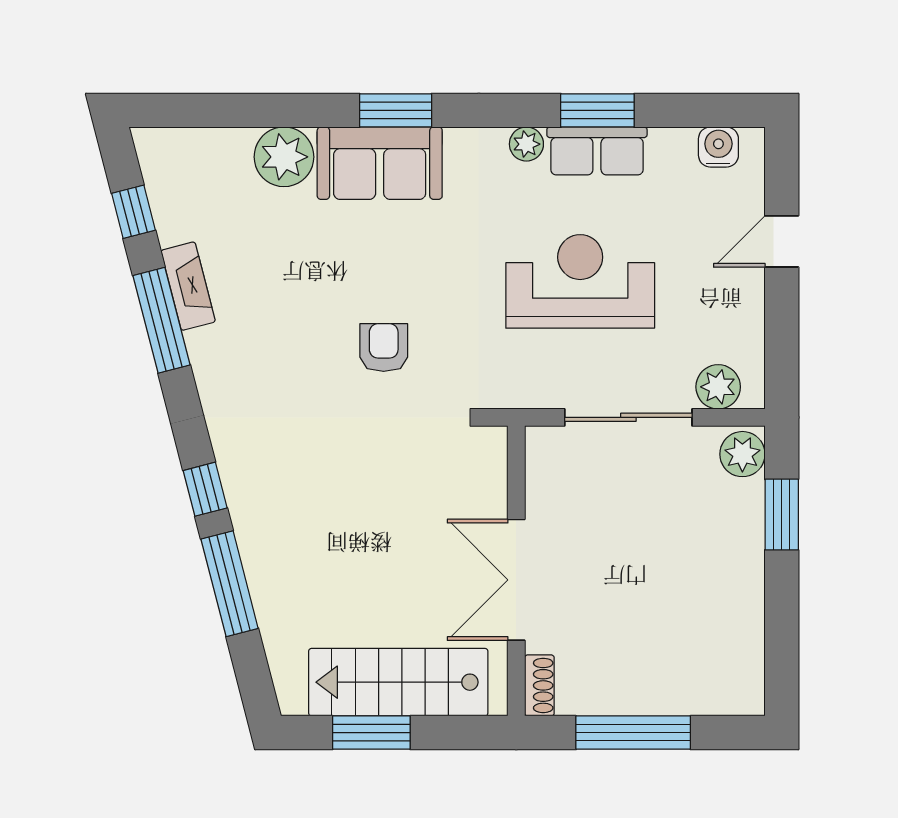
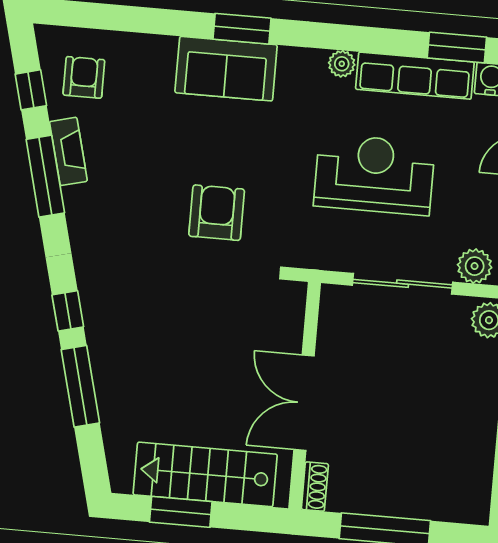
window: (597, 110) -> (457, 47), moved
row of seats: (597, 151) -> (415, 76), width x1.48
plant: (284, 157) -> (152, 57), removed
armchair: (200, 190) -> (84, 77), added
armchair: (384, 348) -> (217, 213), width x1.38, depth x1.38

